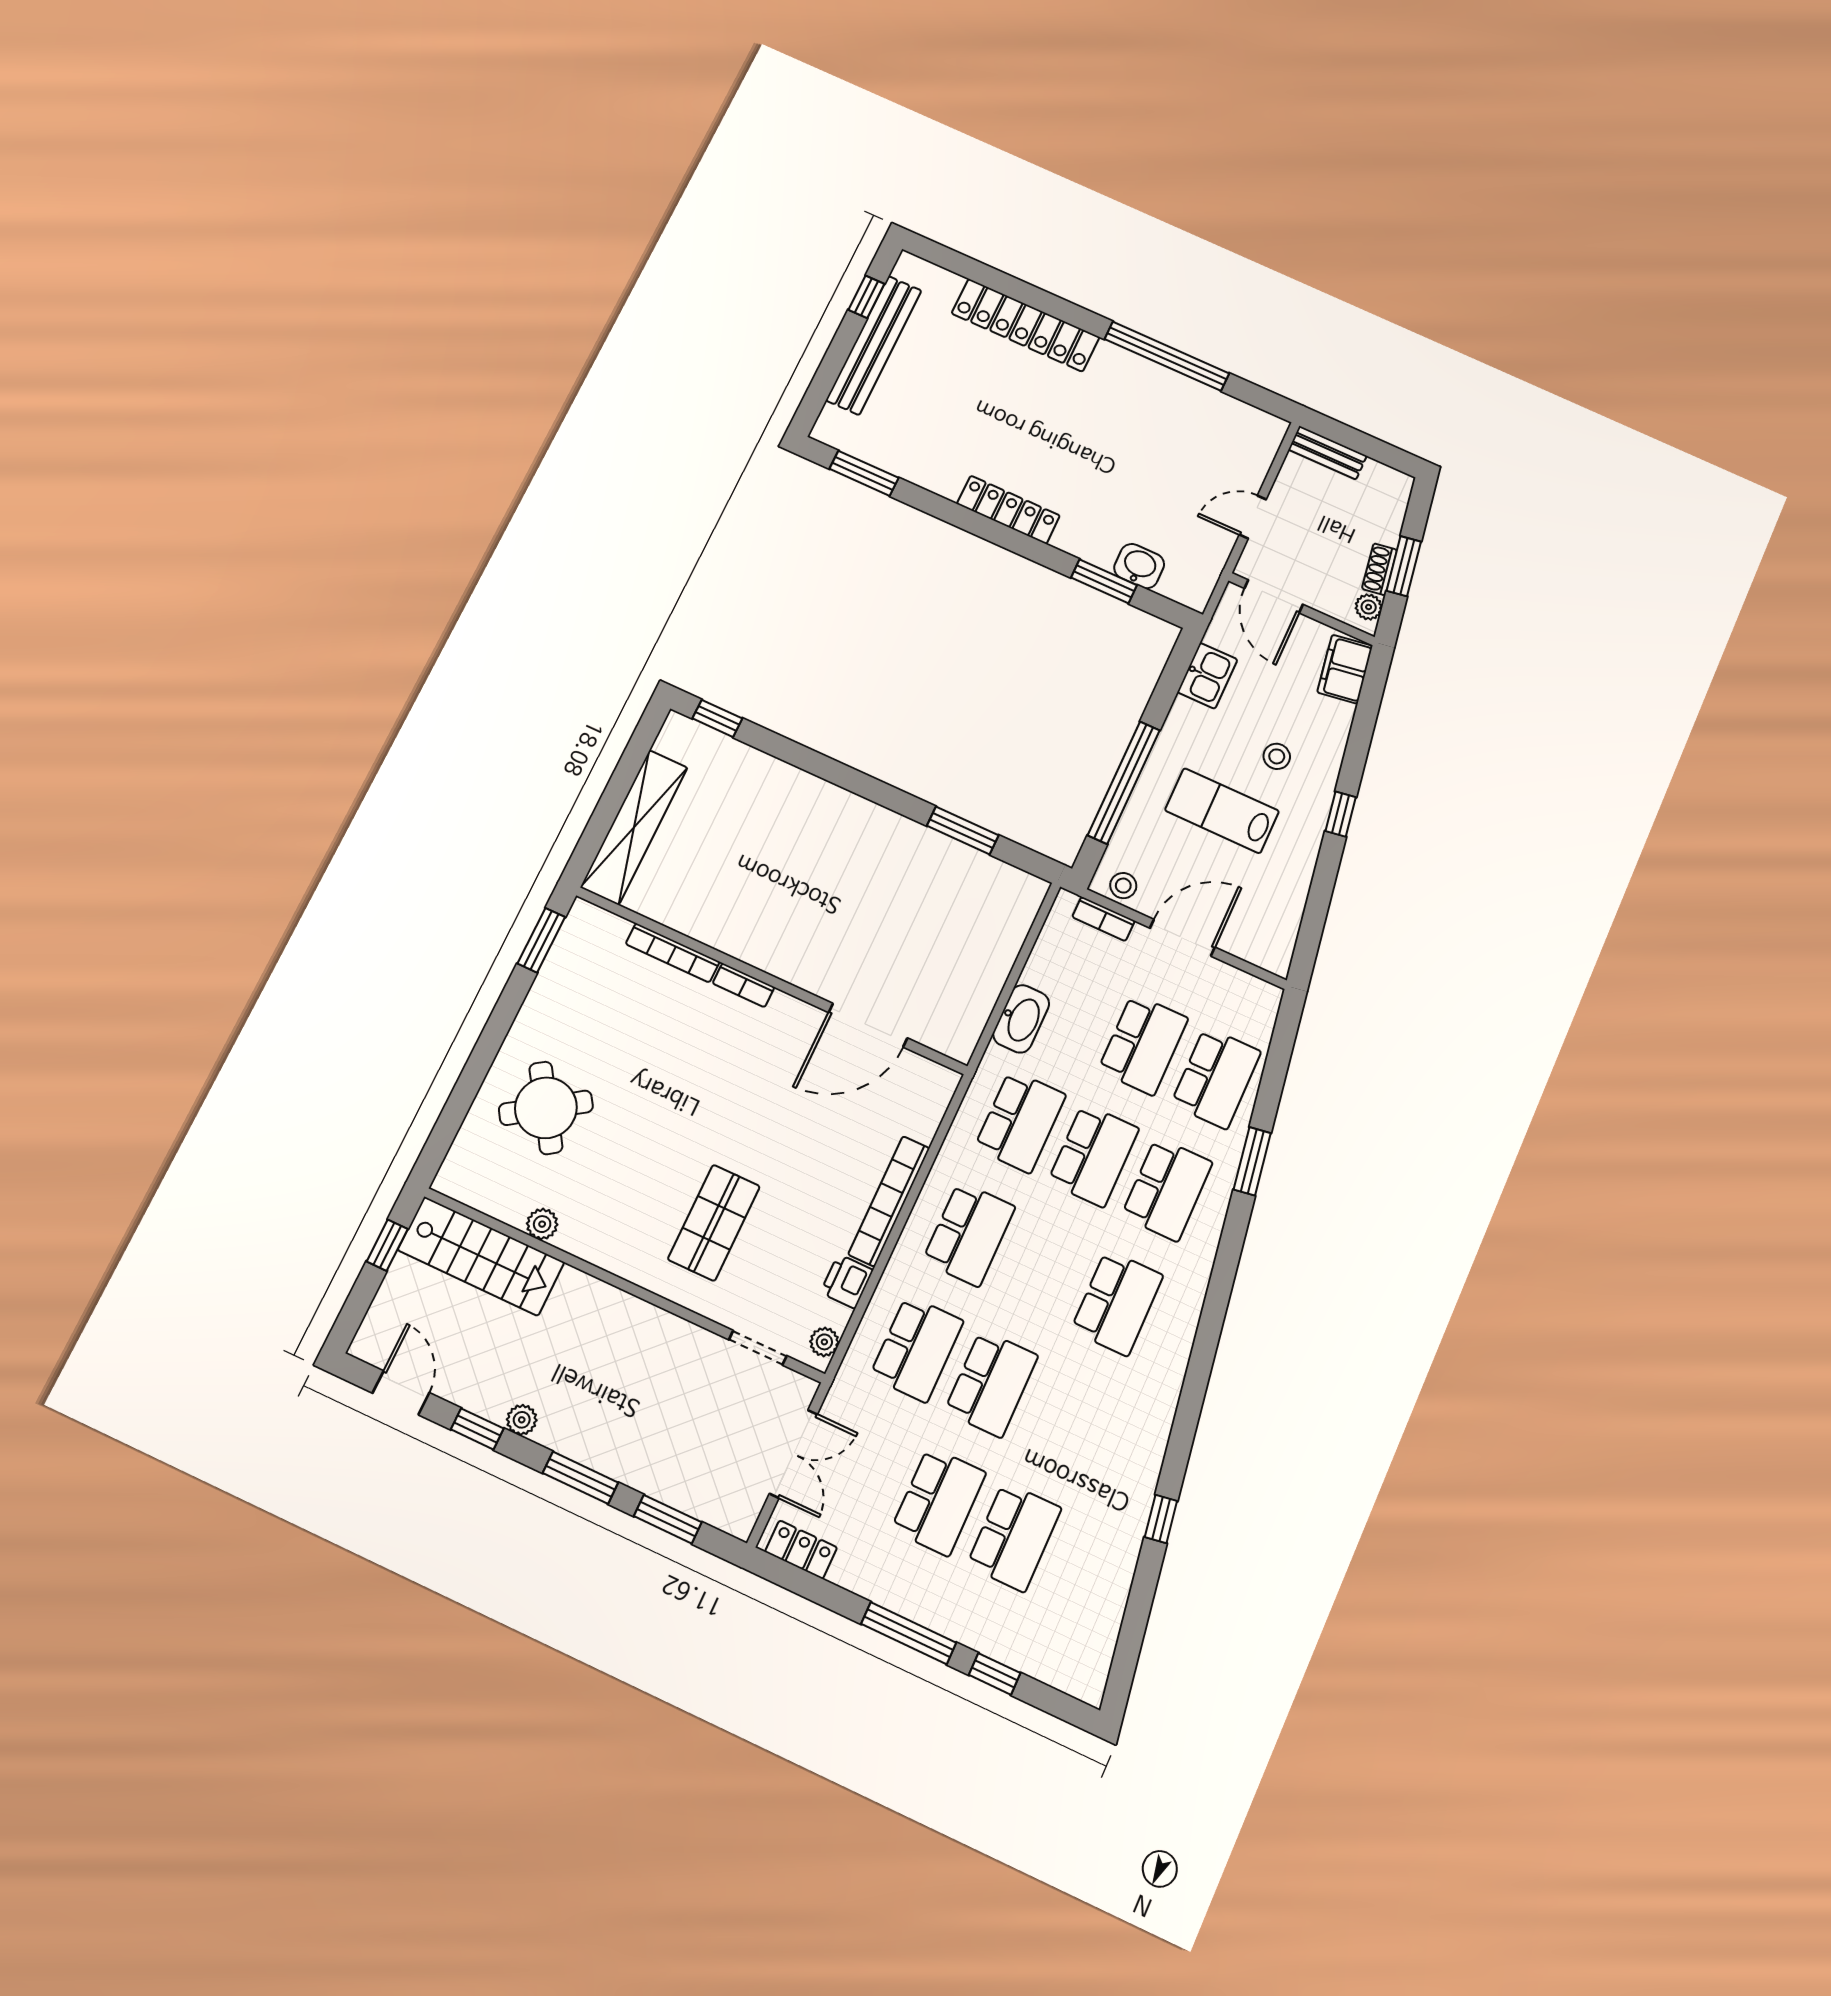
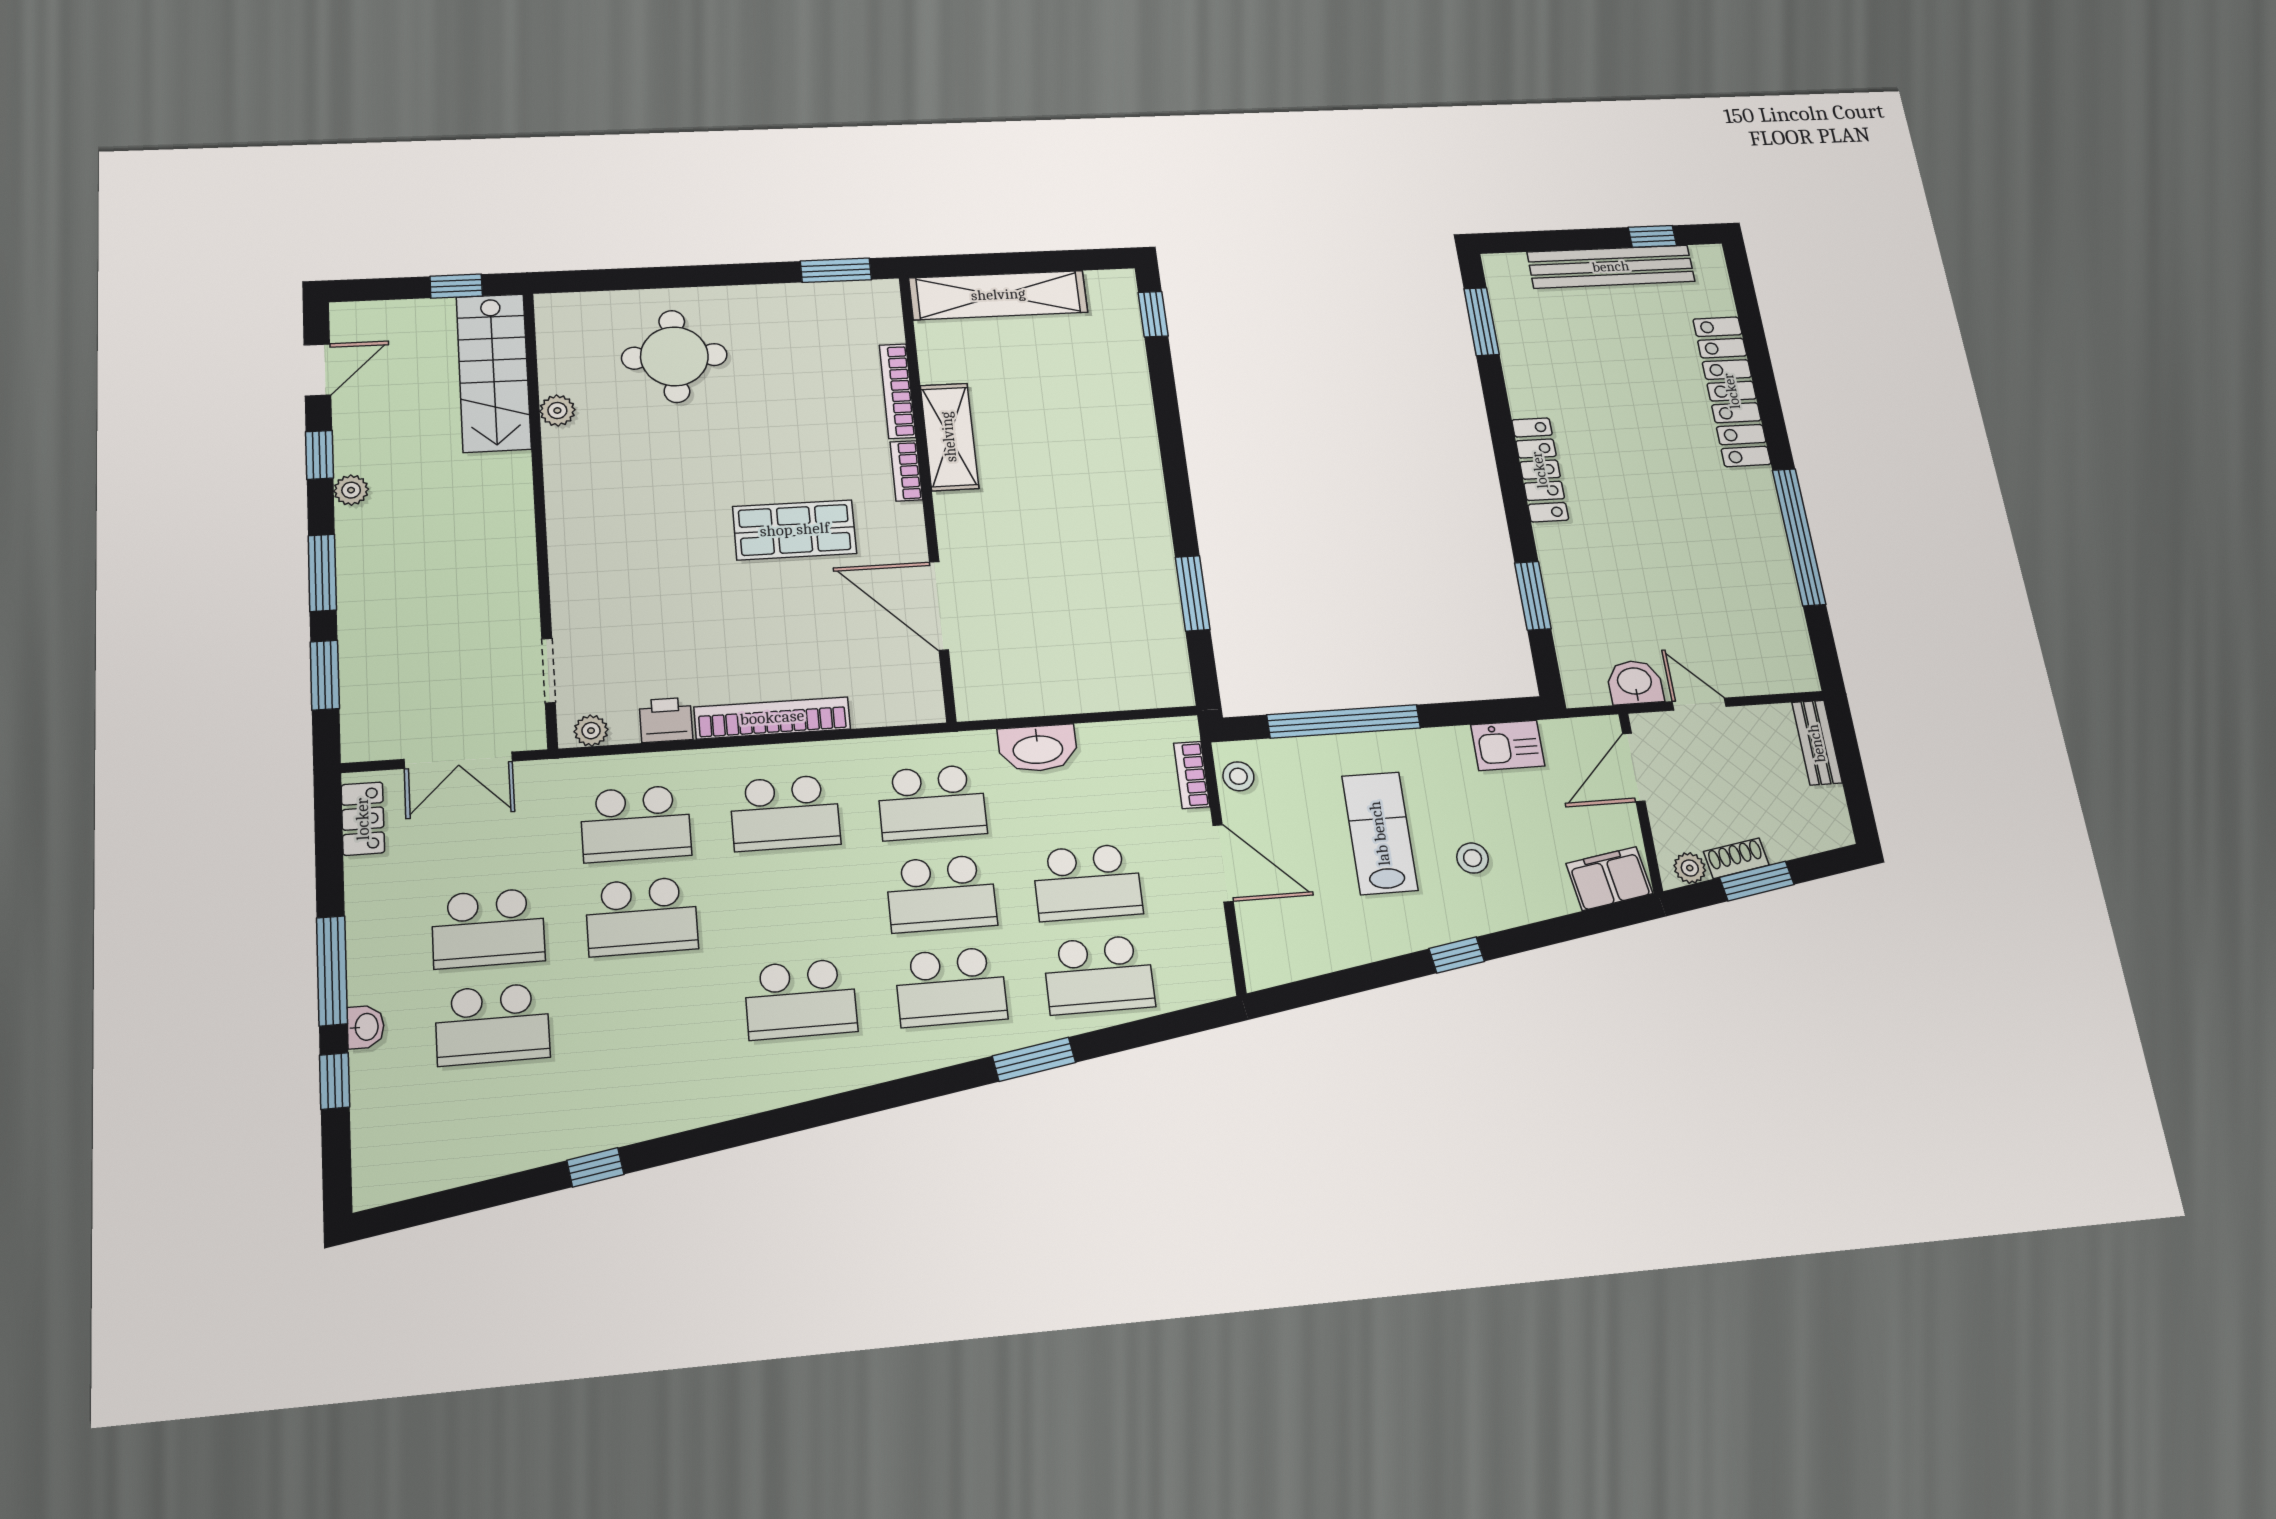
washbasin: (1139, 566) -> (1635, 682), moved, turned -90
shelving: (734, 936) -> (949, 437), added
round table: (546, 1108) -> (674, 356), turned 34
shop shelf: (714, 1223) -> (795, 530), moved
washbasin: (966, 1630) -> (366, 1027), added

